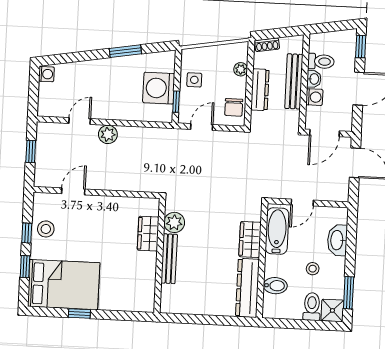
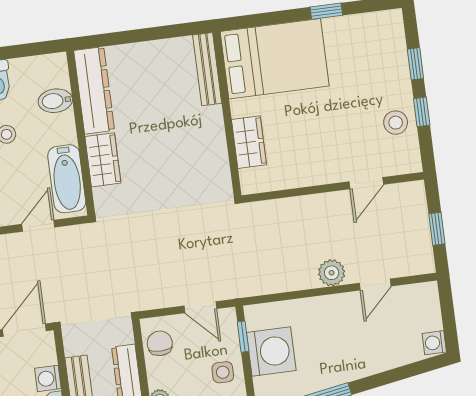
door: (202, 127) -> (200, 307), hinge flipped
plant: (174, 222) -> (215, 165), removed
bench: (169, 259) -> (207, 69), moved
bed: (64, 285) -> (275, 59), moved, turned 180

